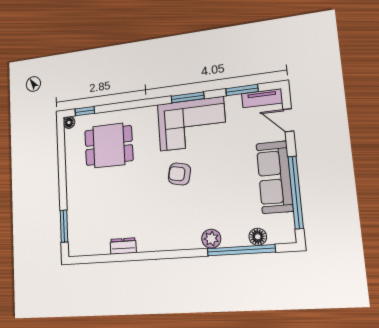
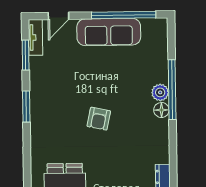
corner sofa: (192, 124) -> (52, 104), removed
floor lamp: (258, 237) -> (161, 110), moved
window: (241, 250) -> (172, 90), moved

